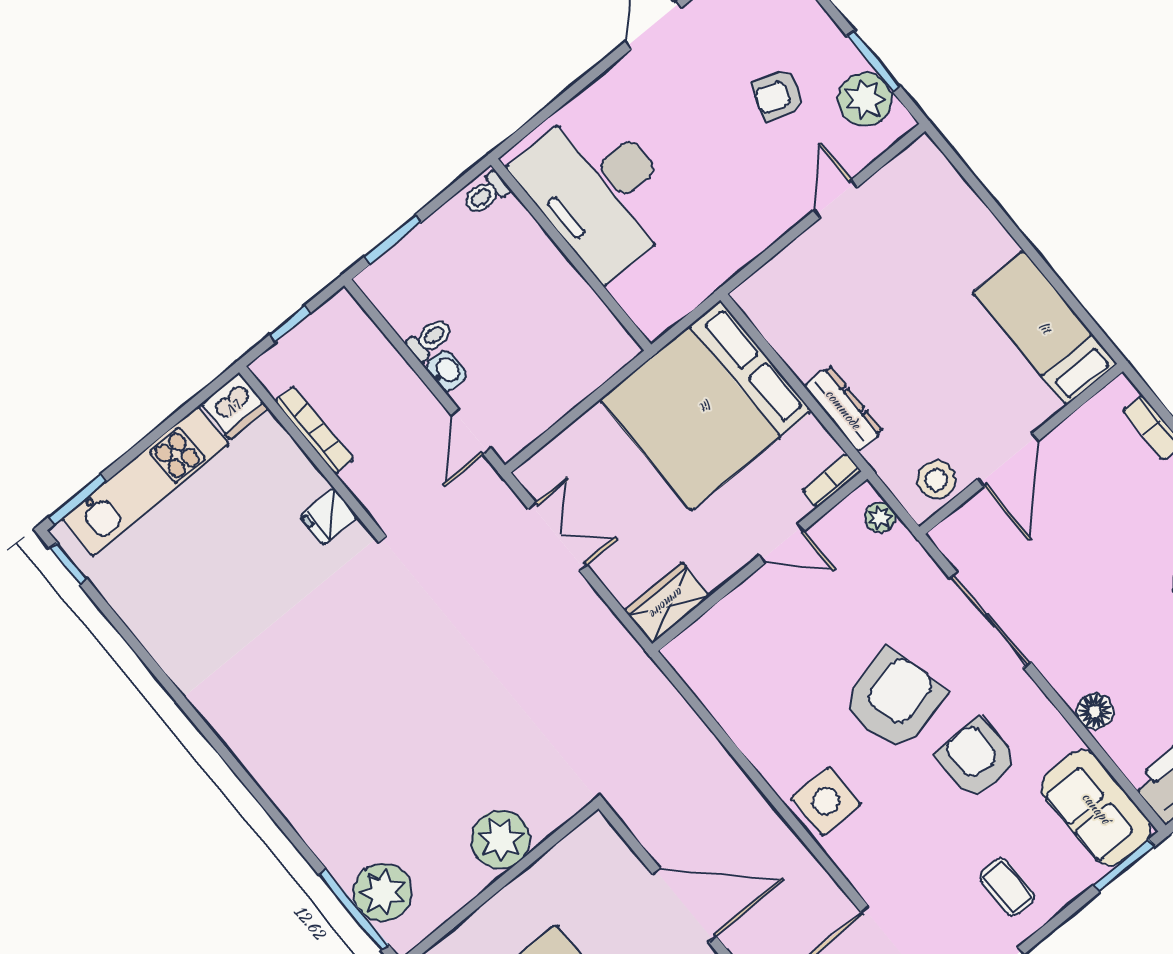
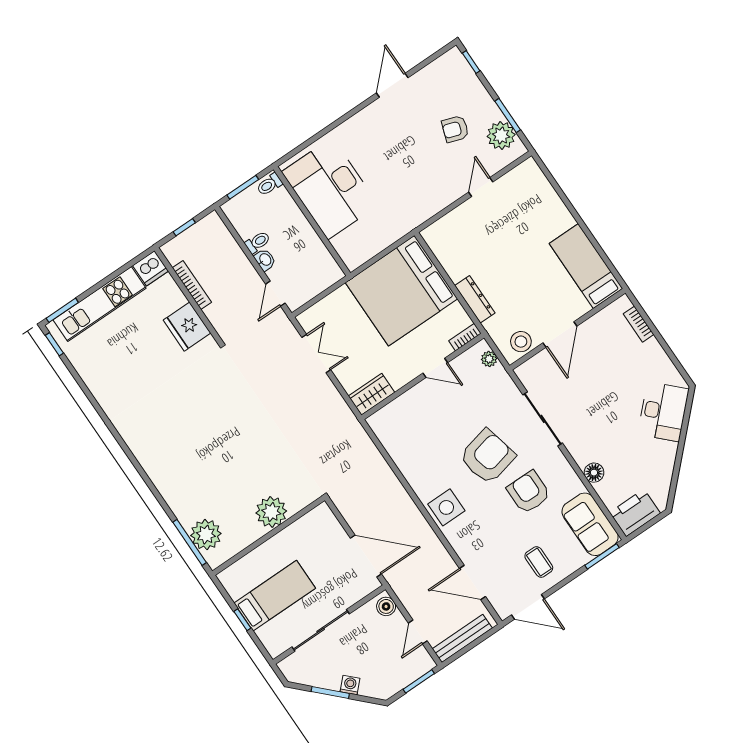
desk: (599, 191) -> (330, 188), moved
toilet: (486, 194) -> (269, 184), moved
wall: (571, 255) -> (312, 221), moved
fridge: (329, 516) -> (187, 327), width x1.88, depth x1.34

